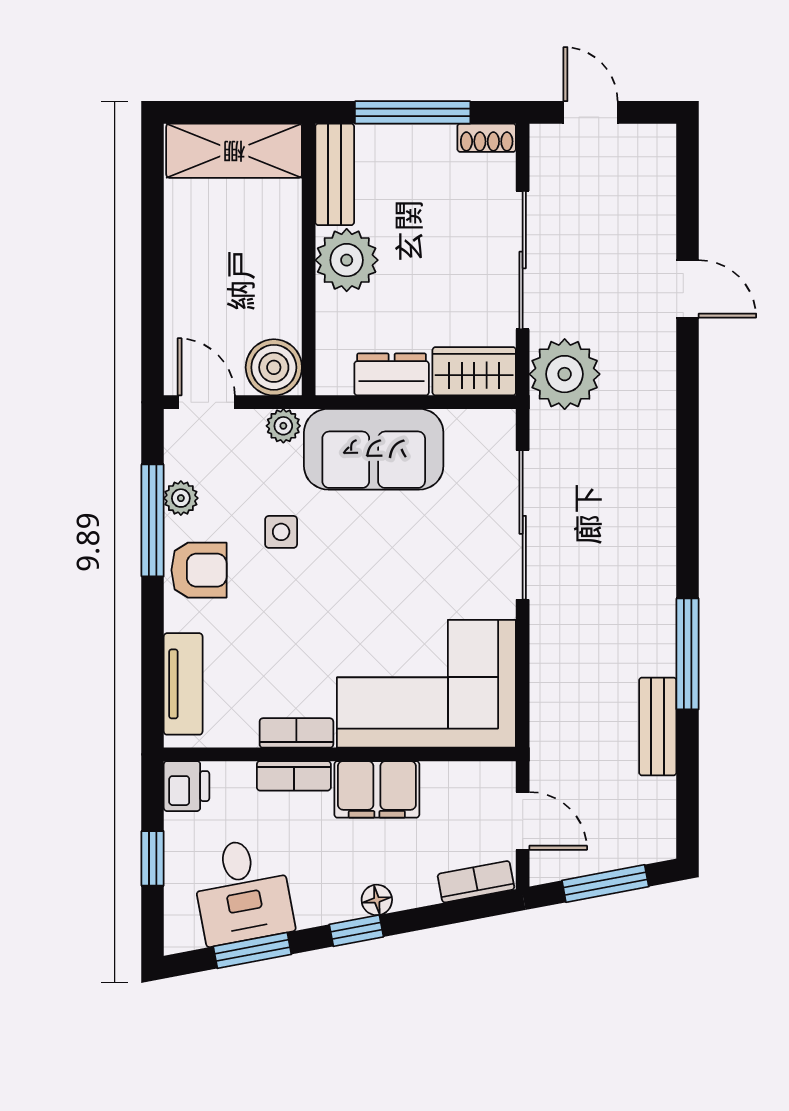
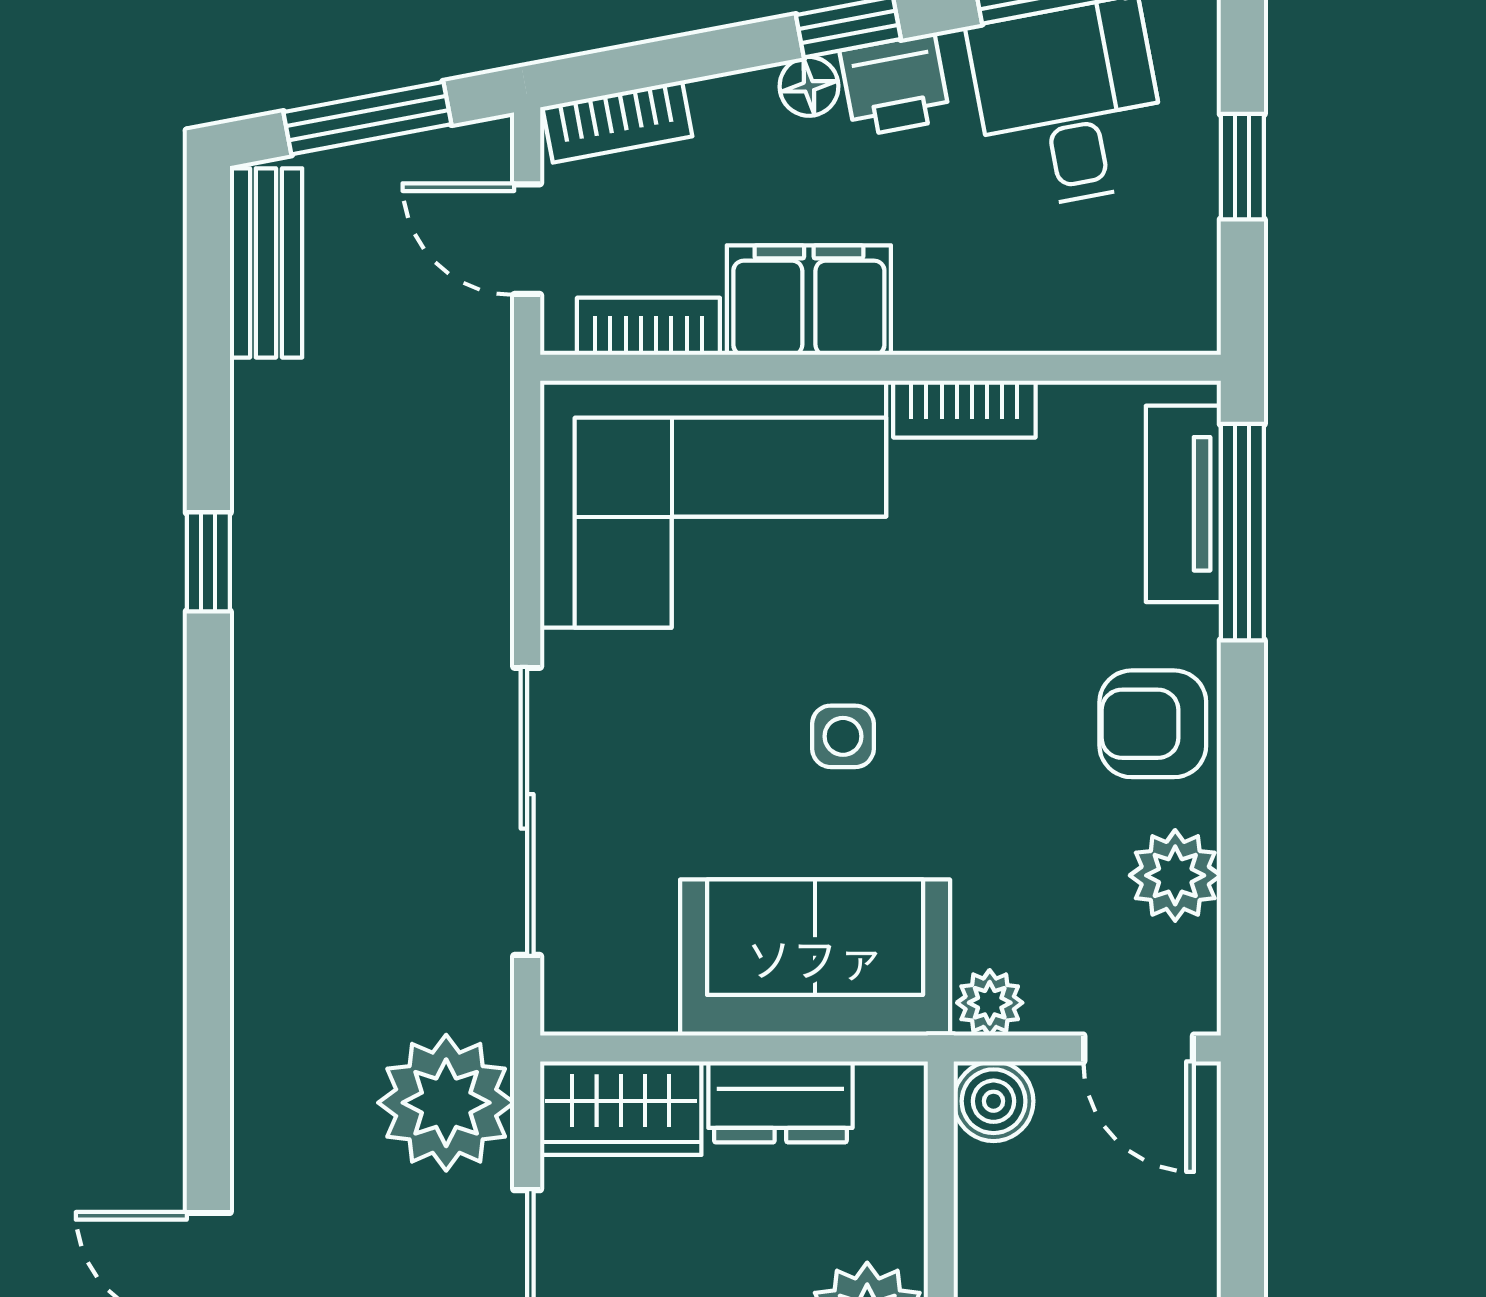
boiler: (274, 367) -> (994, 1101), width x0.73, depth x0.73
plant: (181, 498) -> (1175, 875), width x1.38, depth x1.38
window: (153, 520) -> (1242, 532), moved
side table: (281, 532) -> (843, 736), moved
window: (688, 654) -> (208, 562), width x0.46
bench: (658, 726) -> (266, 263), moved
bookcase: (294, 776) -> (648, 326), moved
printer: (187, 786) -> (895, 85), moved, turned -101

